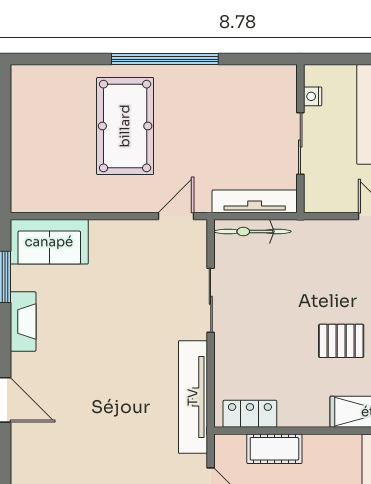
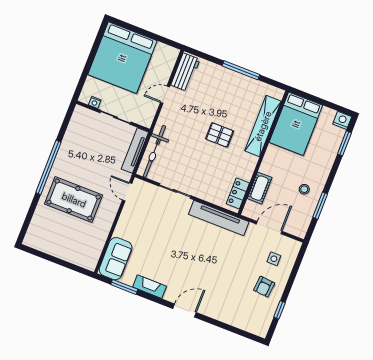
bicycle: (253, 231) -> (154, 151), width x1.37, depth x1.40
pallet: (341, 341) -> (220, 135), turned 90

